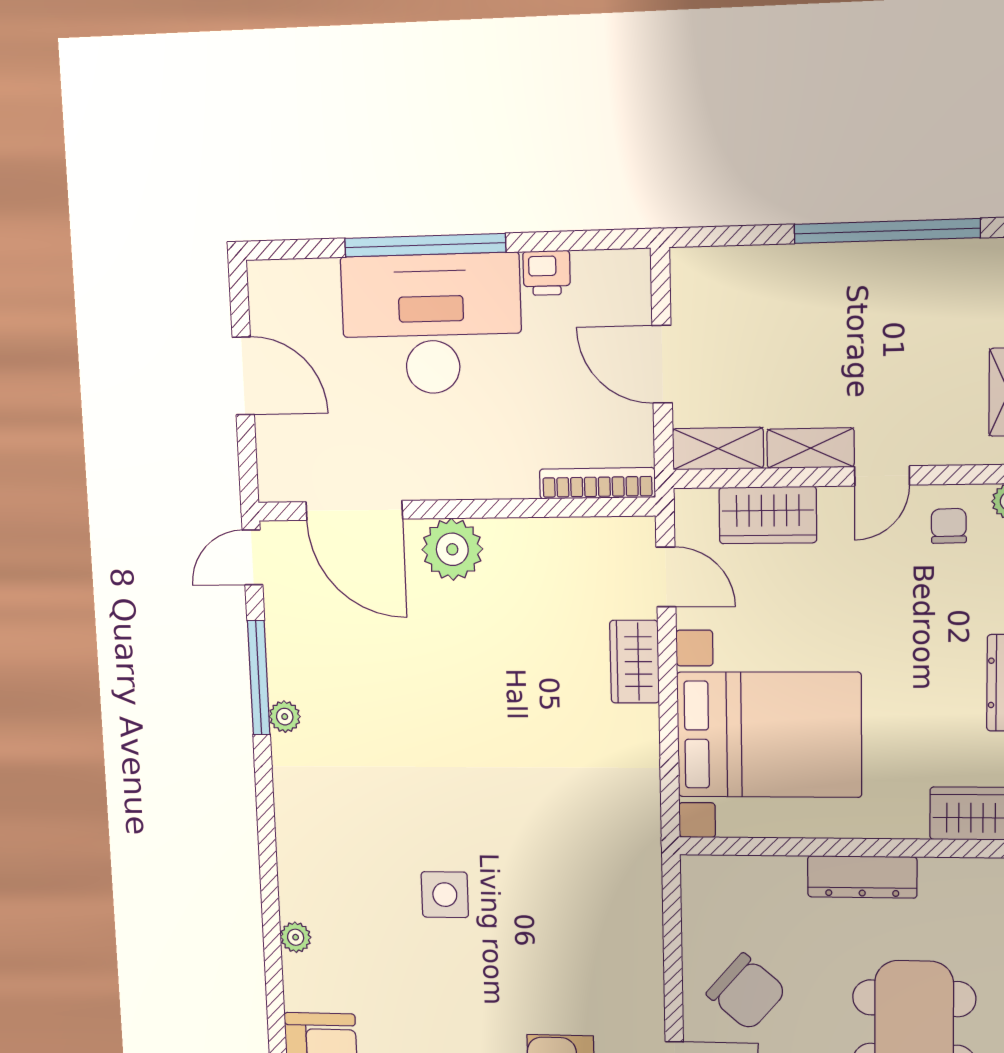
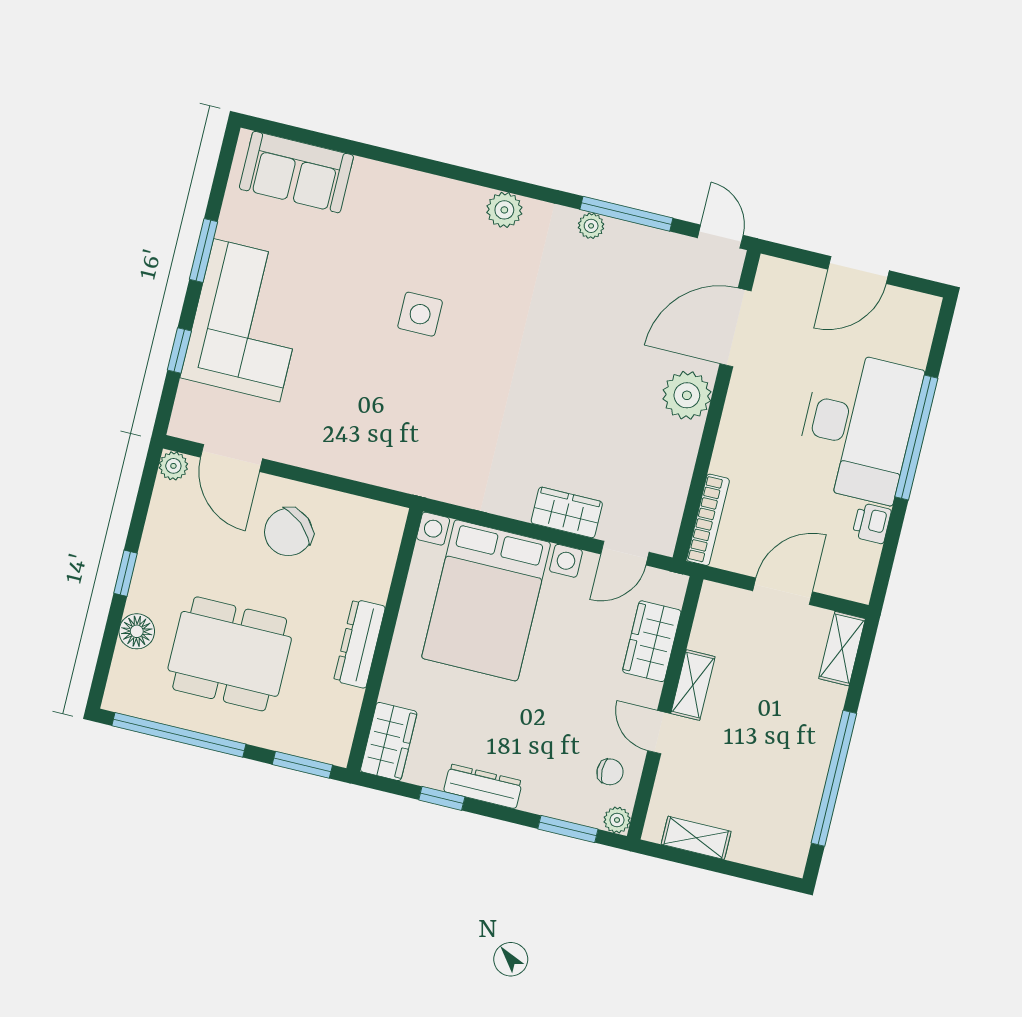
shelving: (718, 449) -> (842, 649), moved
plant: (296, 937) -> (504, 210), moved, width x1.38, depth x1.38

